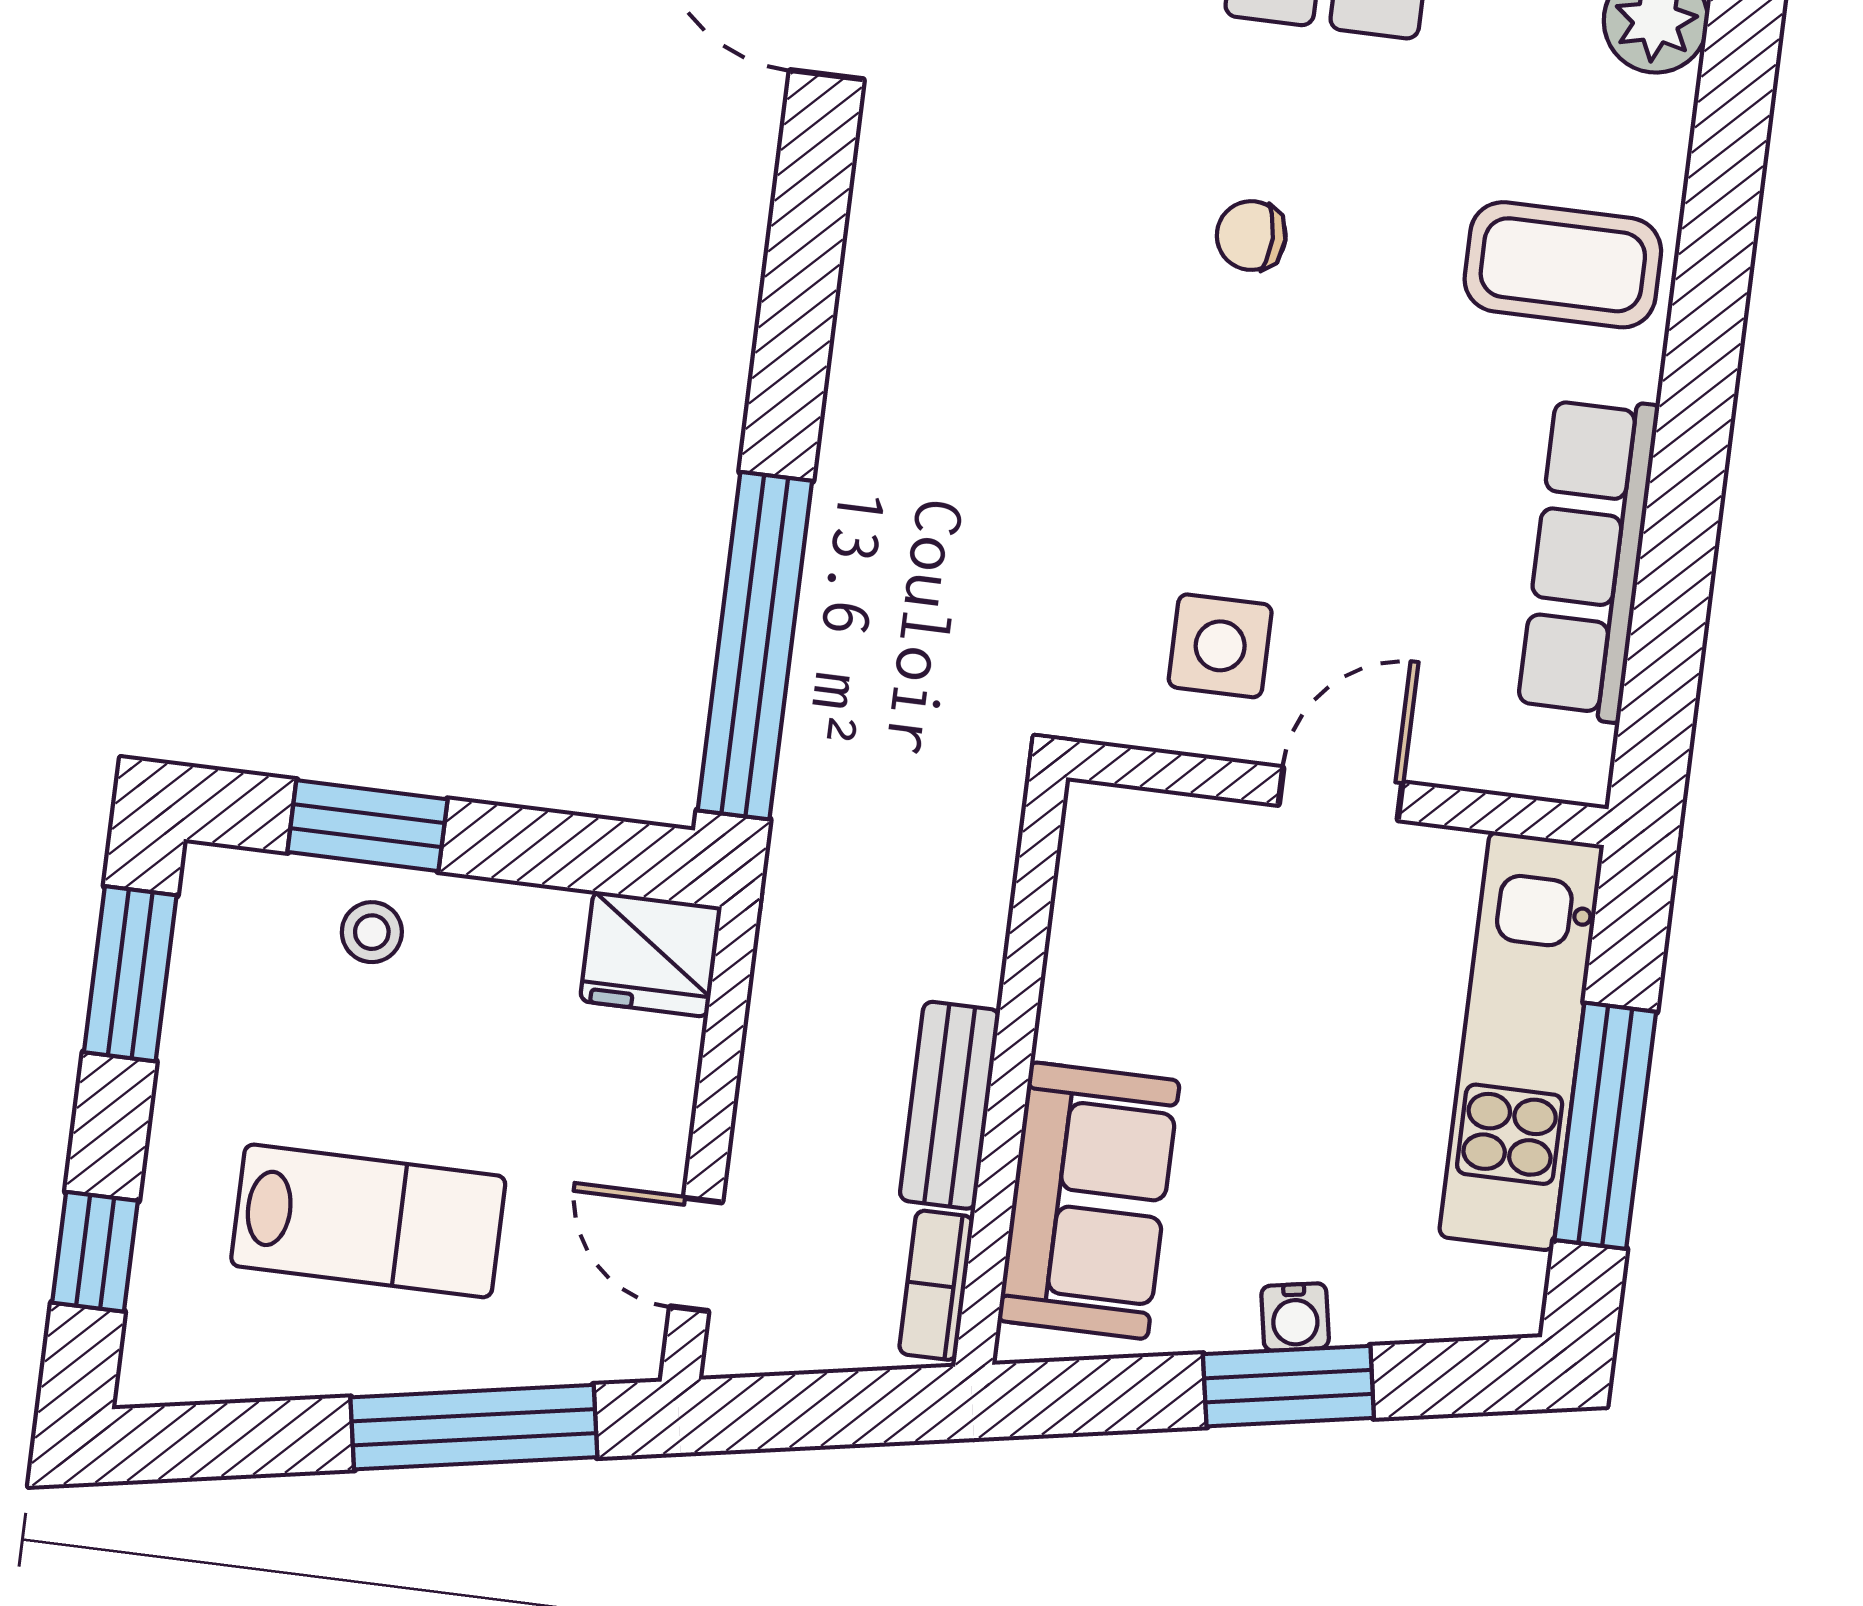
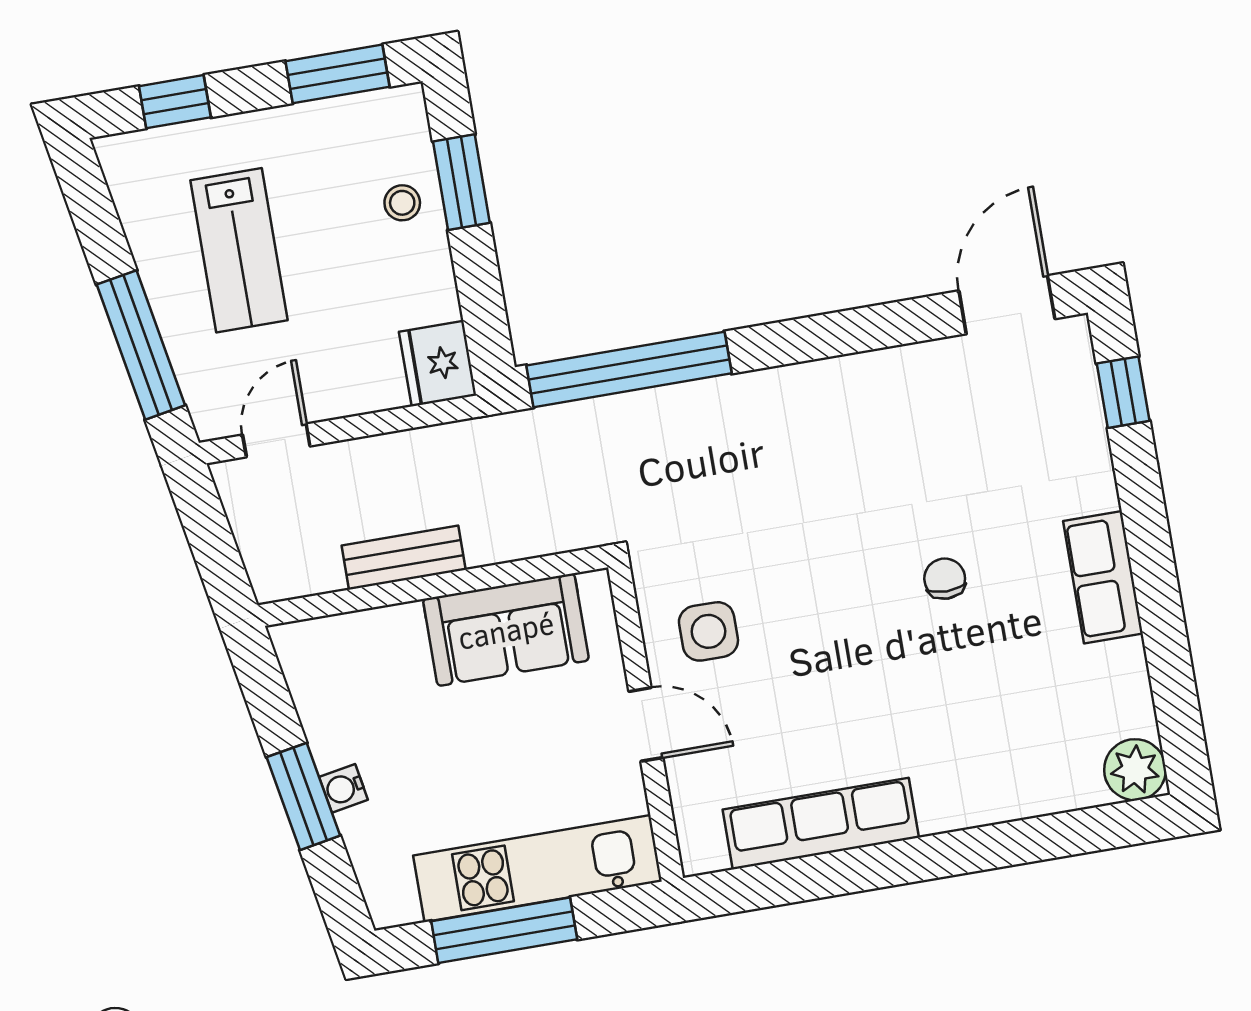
coffee table: (1563, 265) -> (982, 759), removed
sofa: (1089, 1201) -> (506, 630), moved
bookcase: (936, 1285) -> (300, 581), removed

